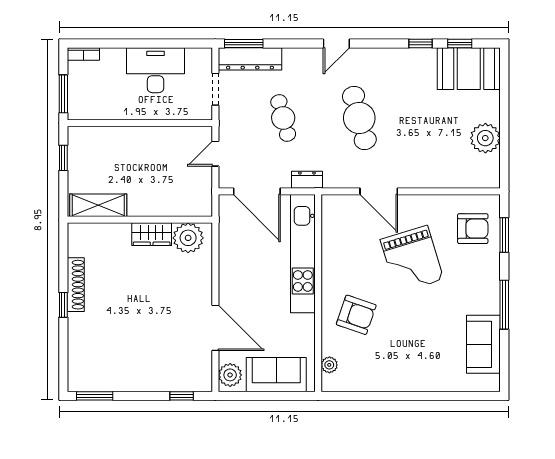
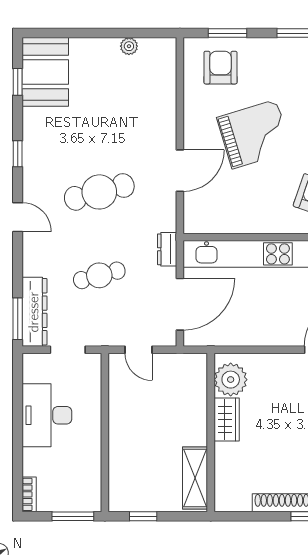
window: (421, 43) -> (18, 154), moved
plant: (485, 138) -> (129, 46), width x0.53, depth x0.53

